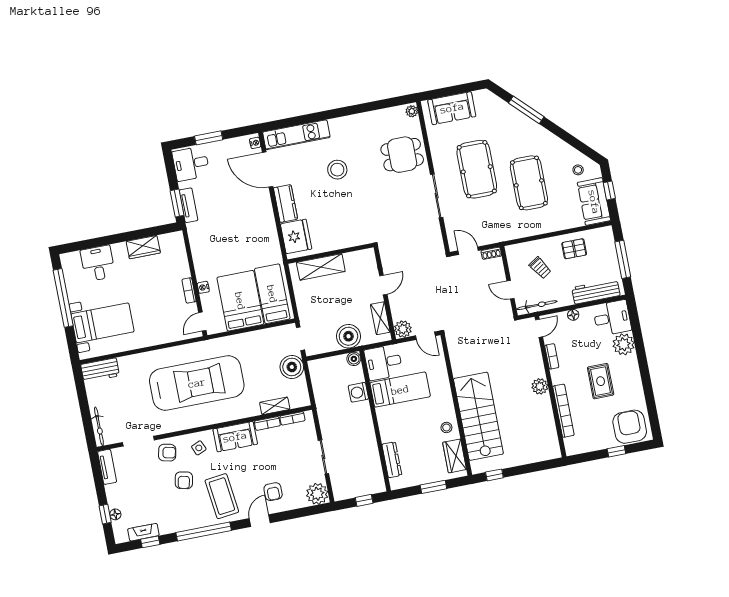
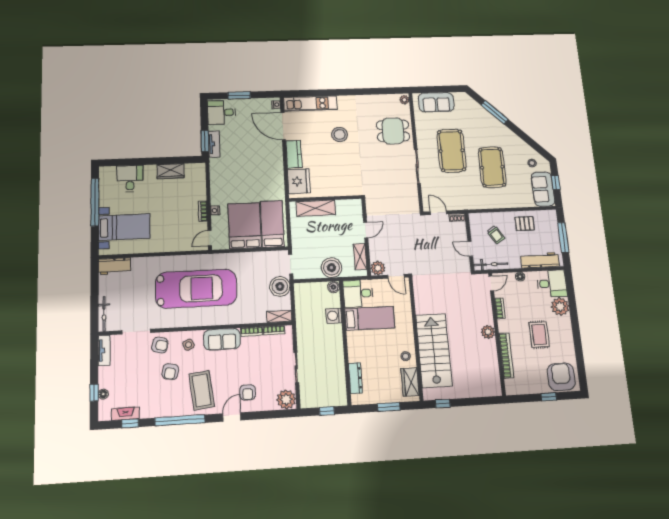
shelving: (275, 406) -> (279, 316), moved

